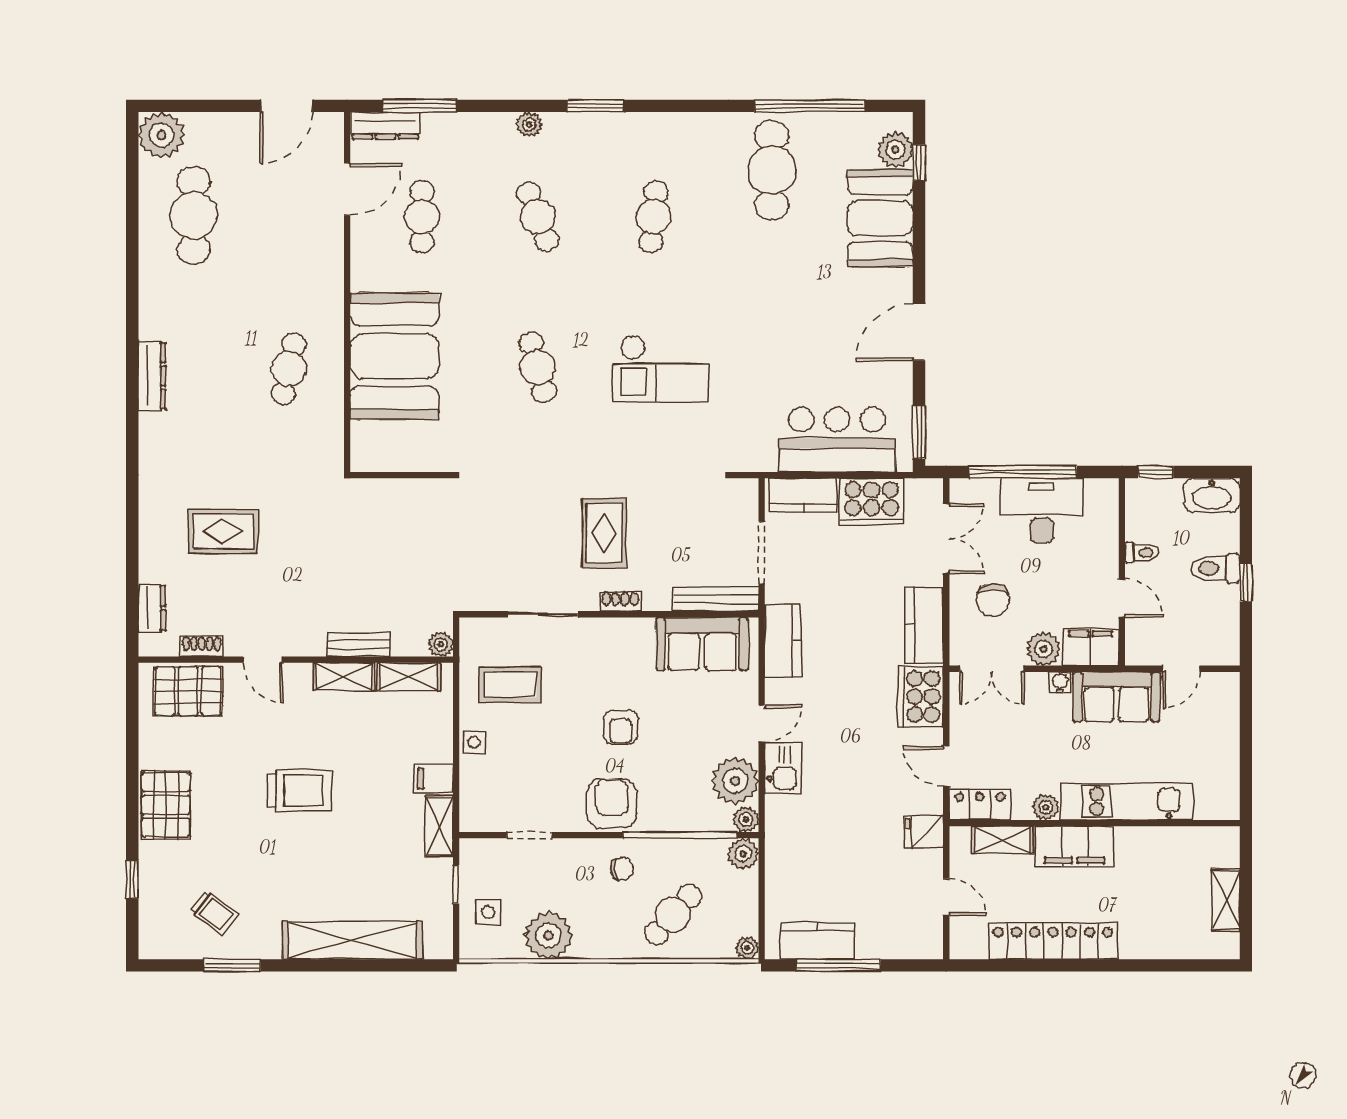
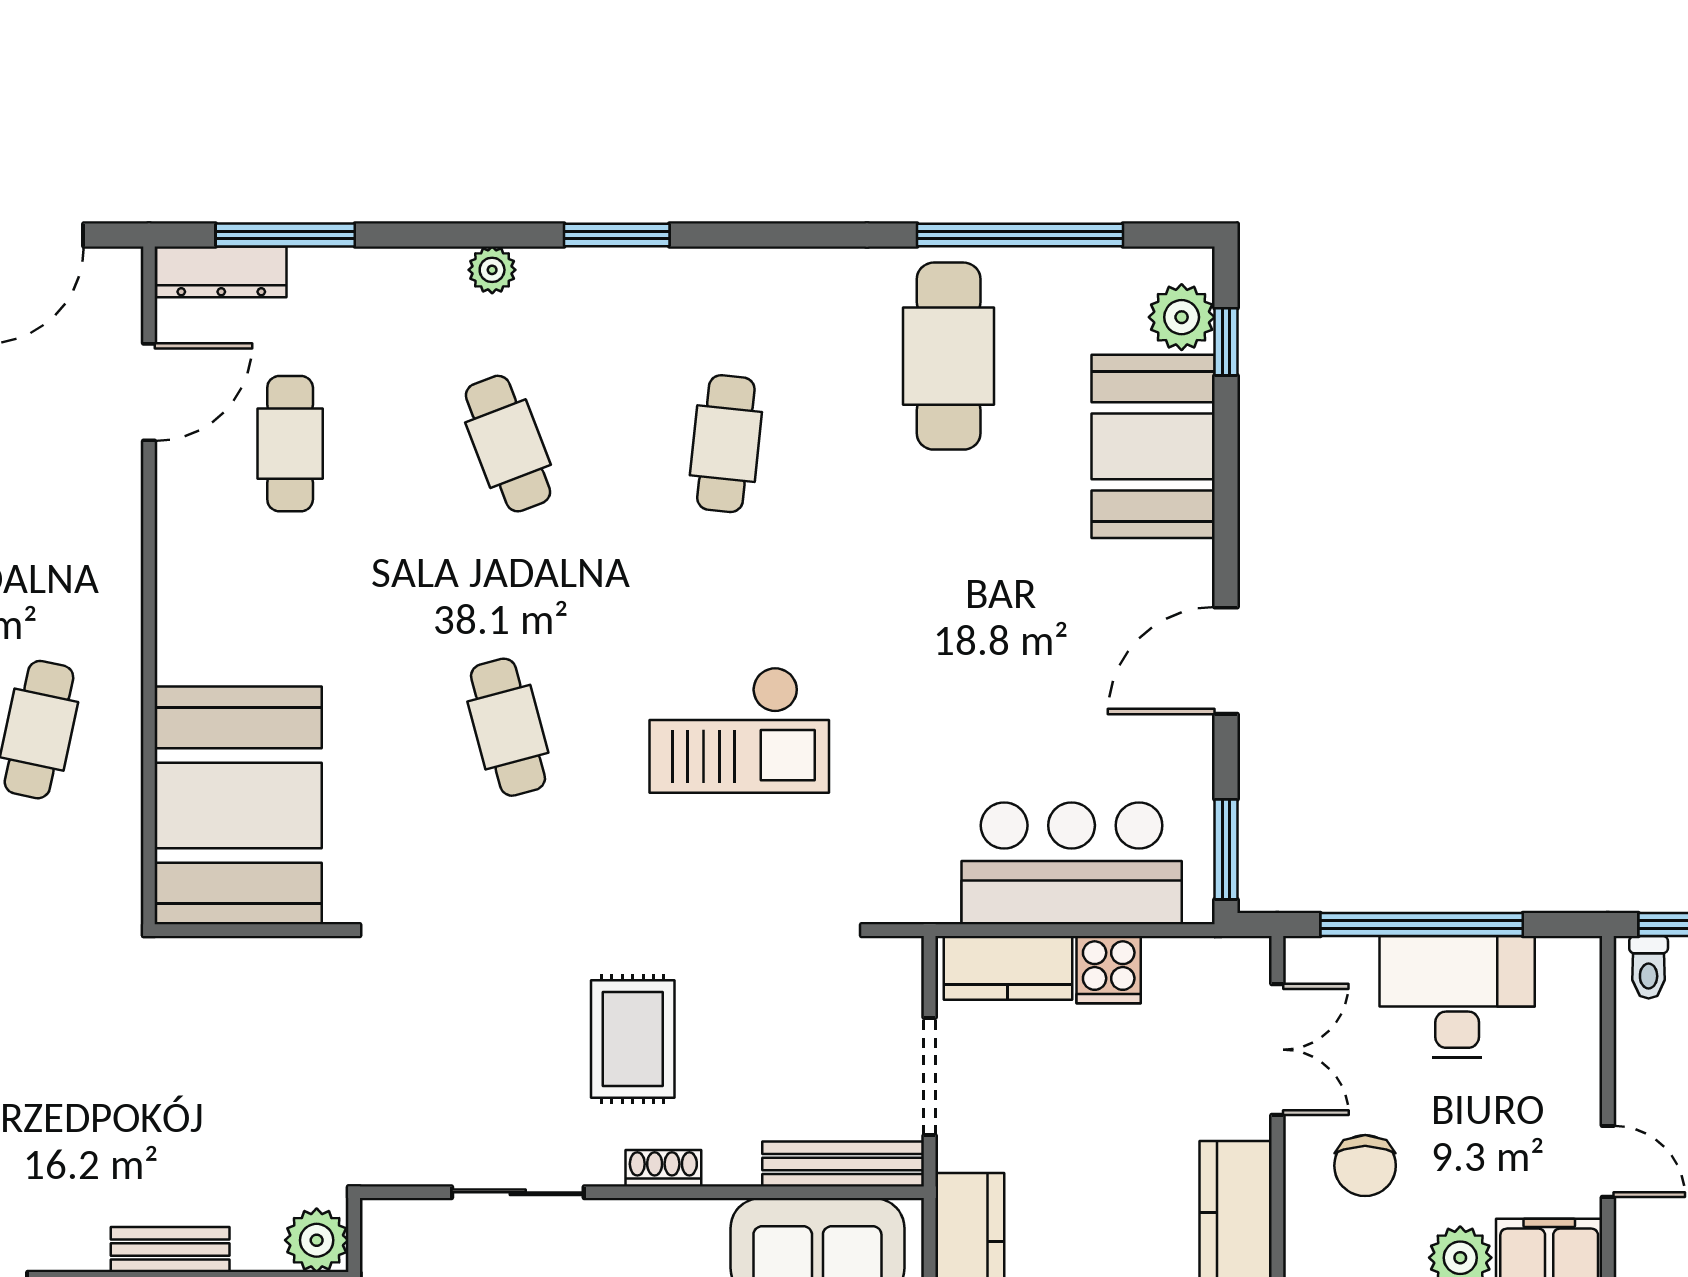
booth: (394, 356) -> (238, 805), moved
cooker: (872, 502) -> (1109, 970), width x0.53, depth x0.76
toilet: (1141, 553) -> (1649, 967), moved, turned 90
plant: (441, 644) -> (317, 1240), width x1.38, depth x1.38

